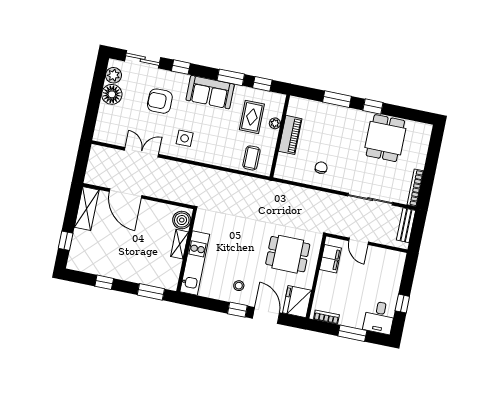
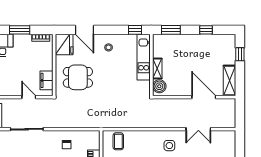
window: (237, 310) -> (135, 30), moved

